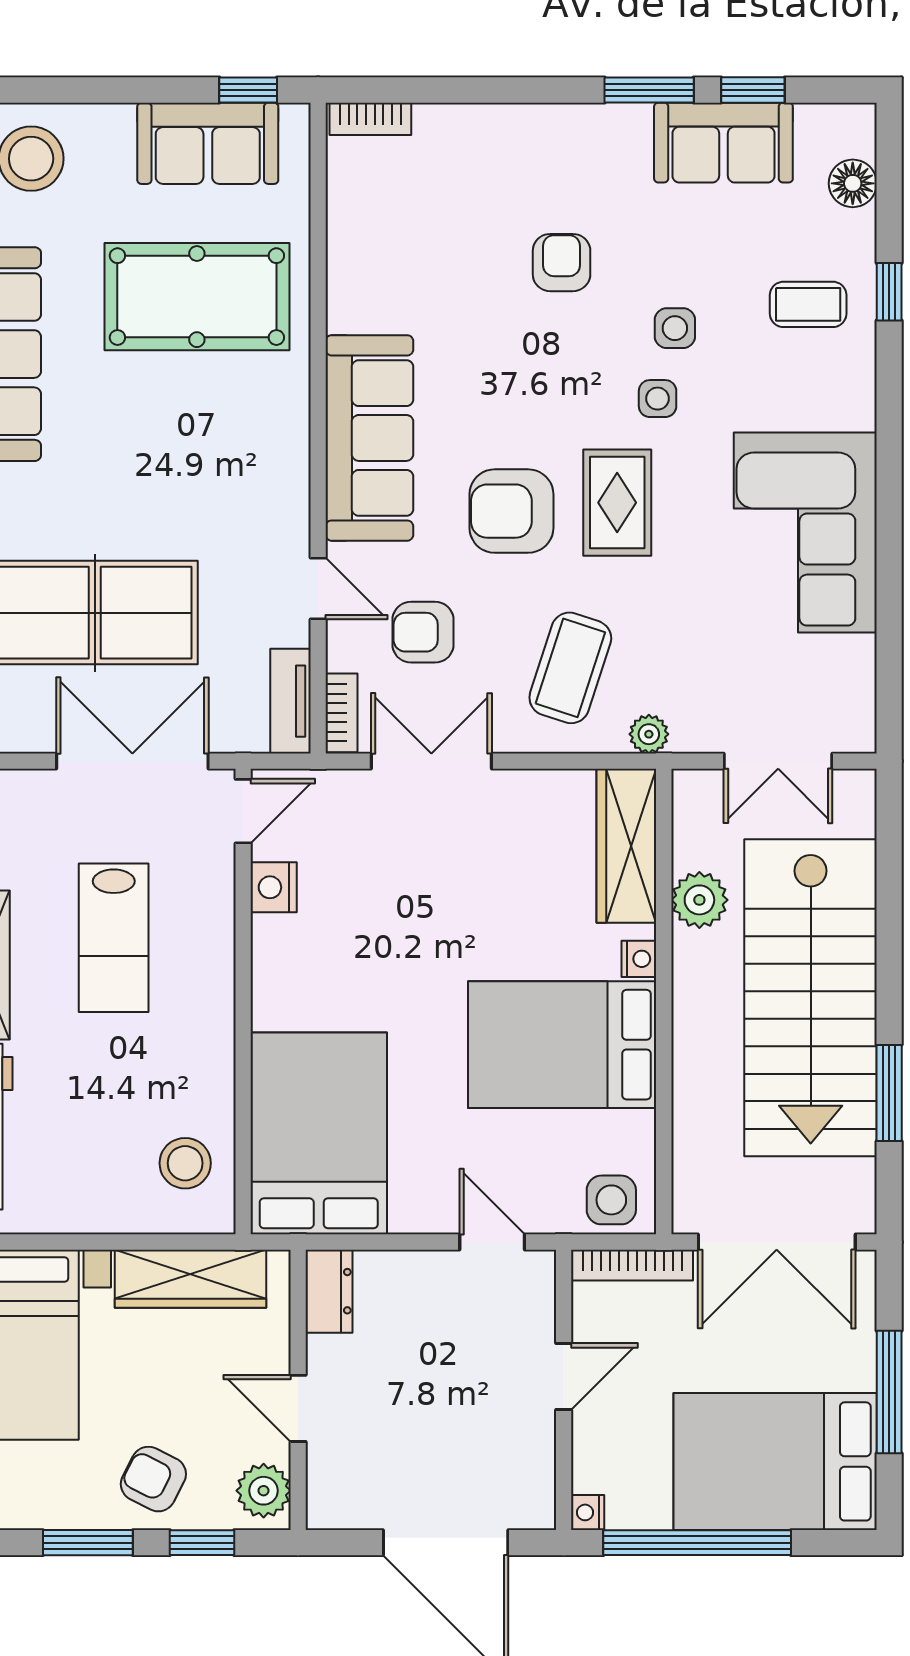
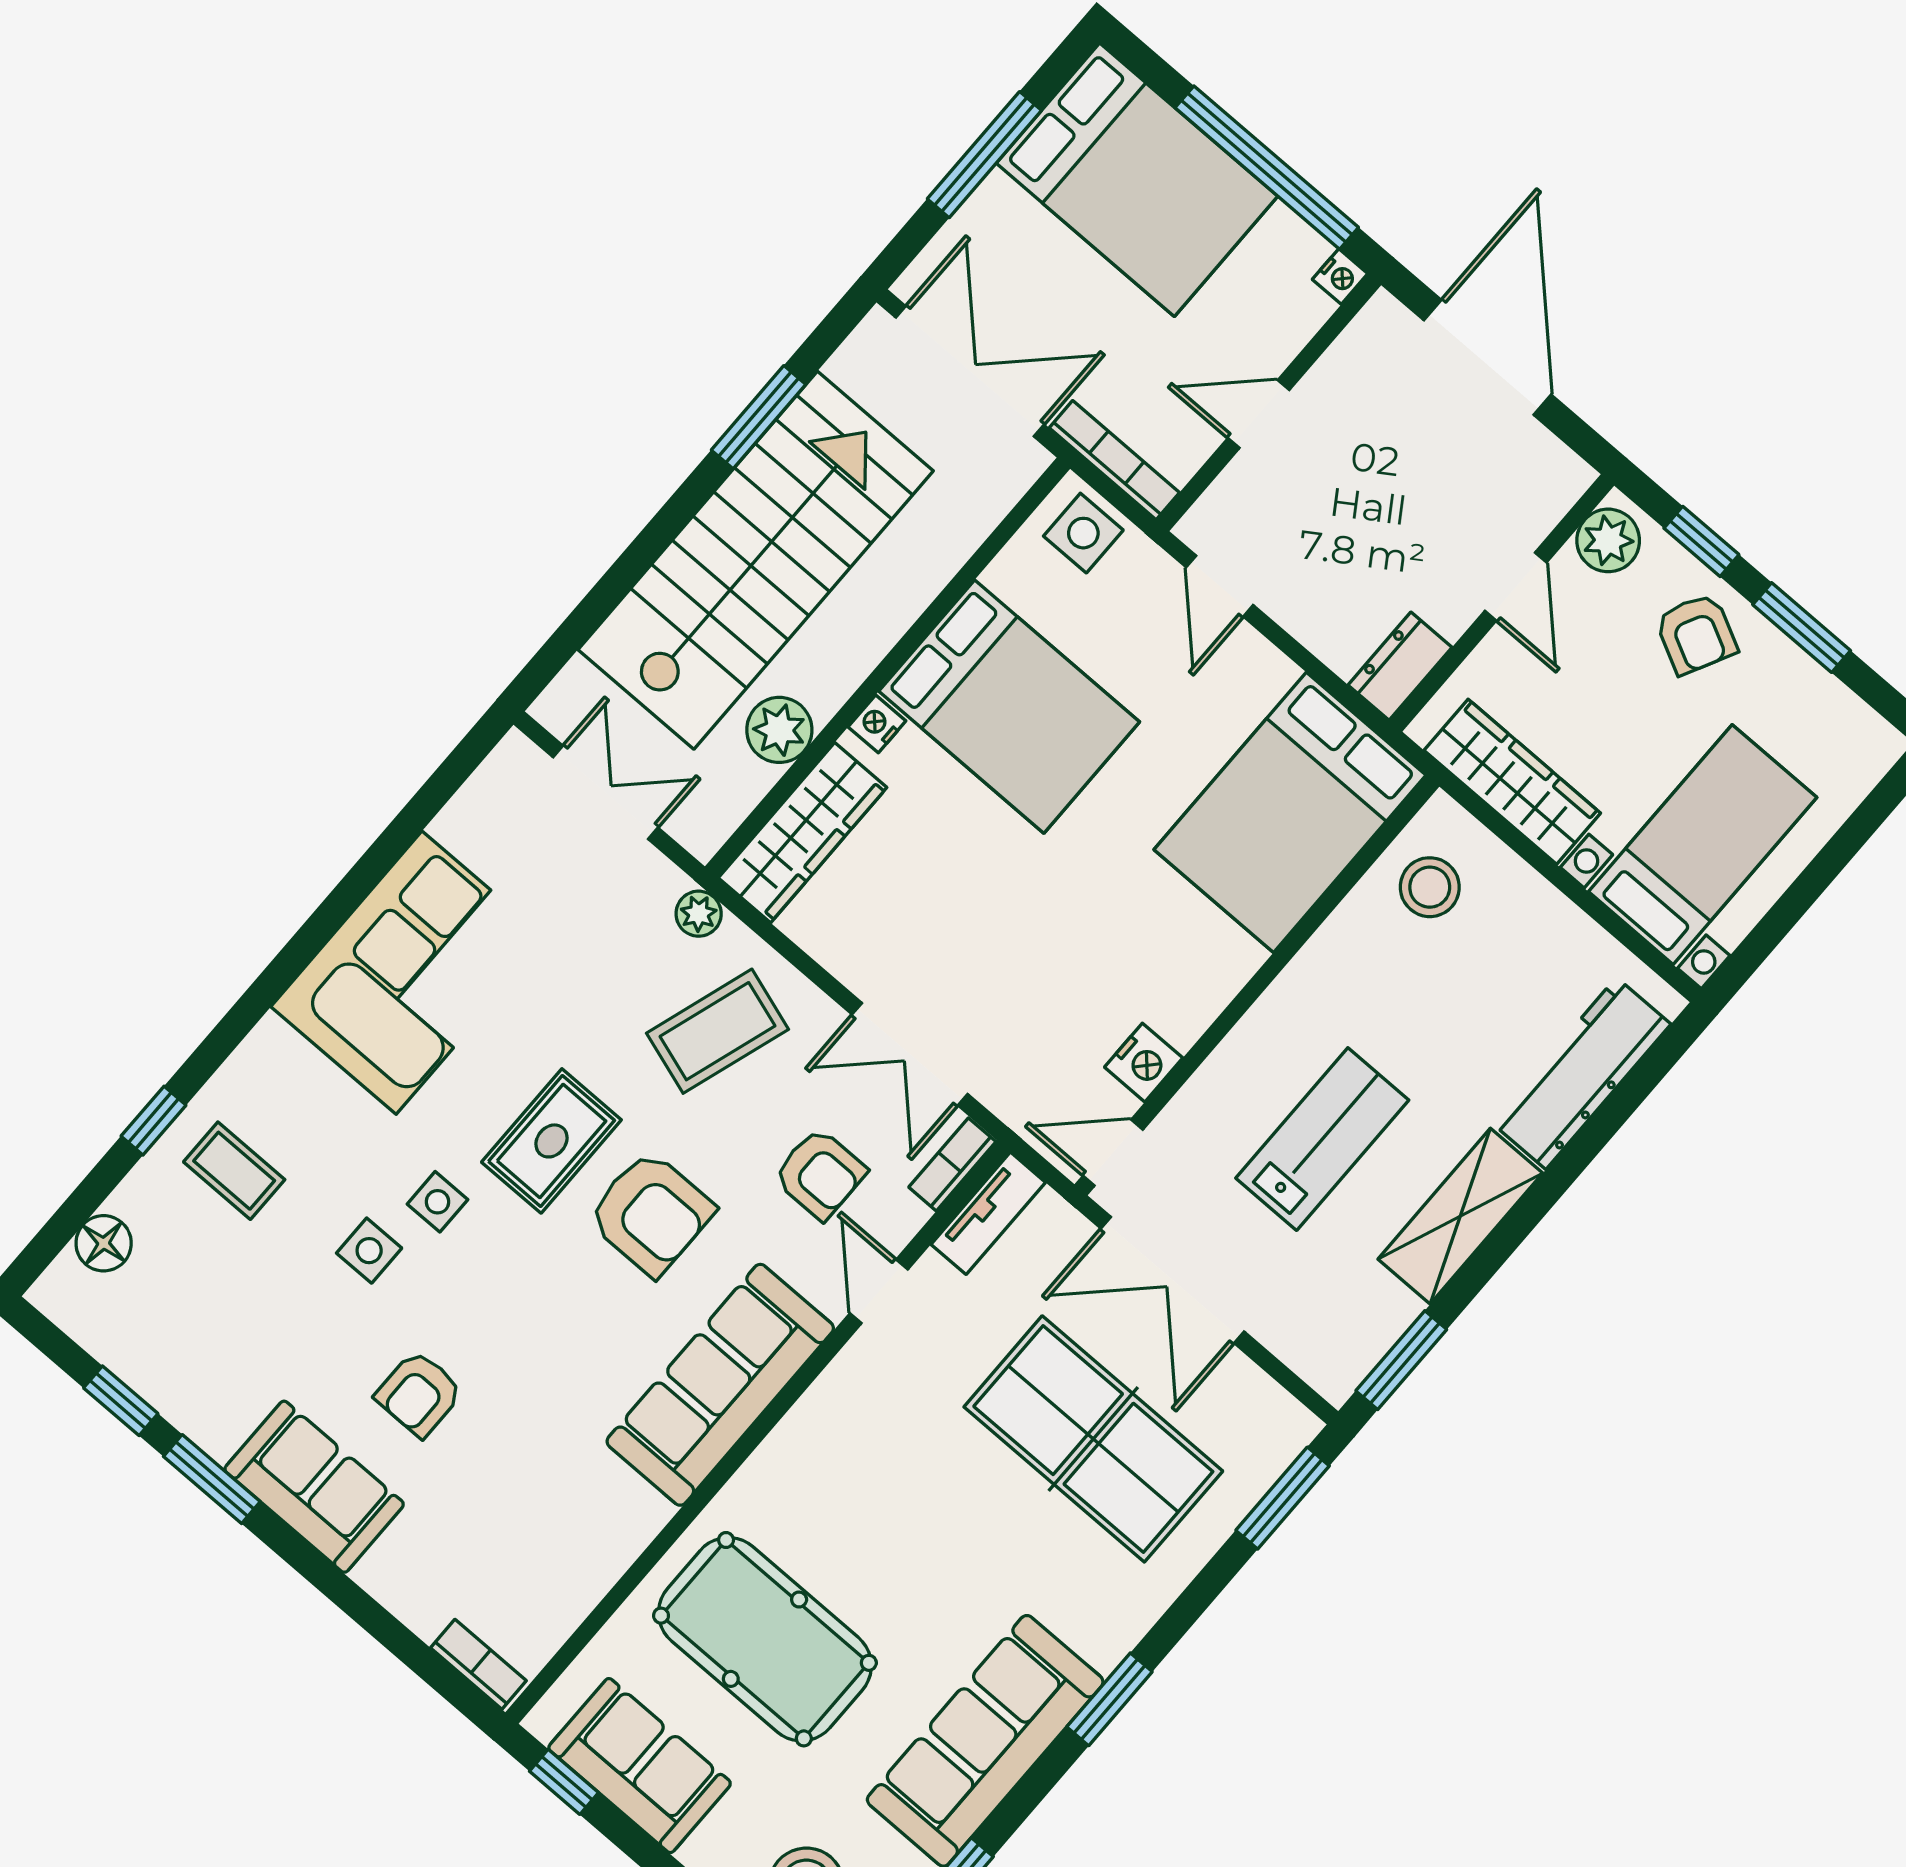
sofa: (723, 143) -> (314, 1487), moved

